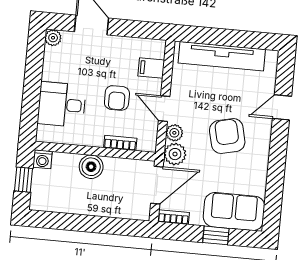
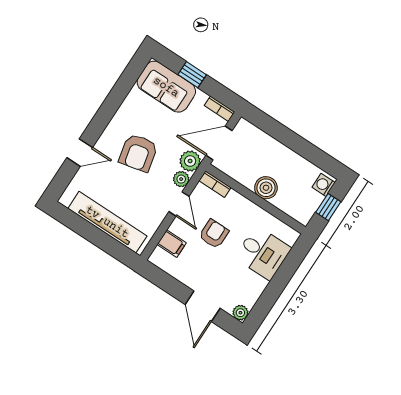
bookcase: (120, 143) -> (215, 184), moved
washing machine: (42, 159) -> (324, 185), moved, turned -90

